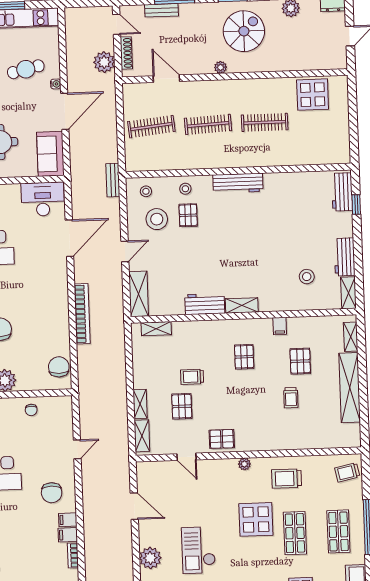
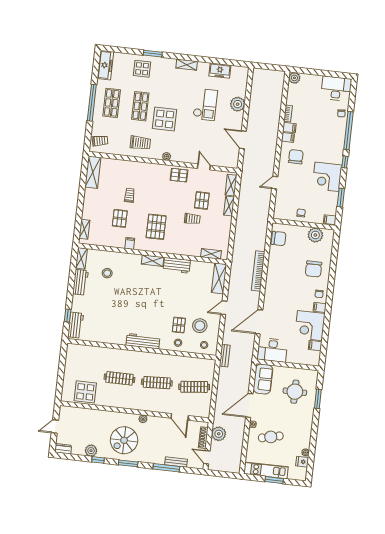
pallet: (244, 357) -> (156, 227), width x1.50, depth x1.42
chair: (59, 367) -> (279, 239), turned -90
shelving: (350, 388) -> (93, 172), moved, width x0.68

